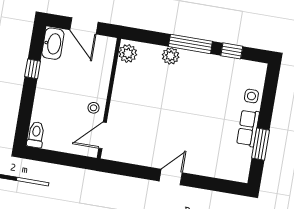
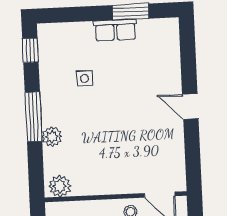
window: (232, 51) -> (30, 50), moved
side table: (251, 96) -> (85, 78), moved

